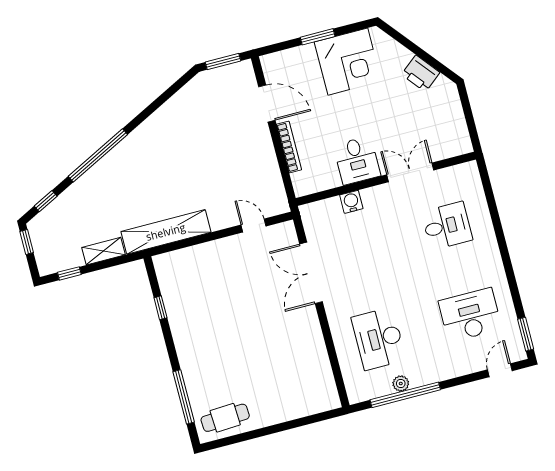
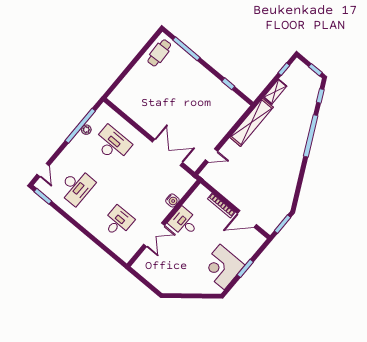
printer: (421, 73) -> (183, 286), removed
desk: (447, 226) -> (118, 222), turned 180

